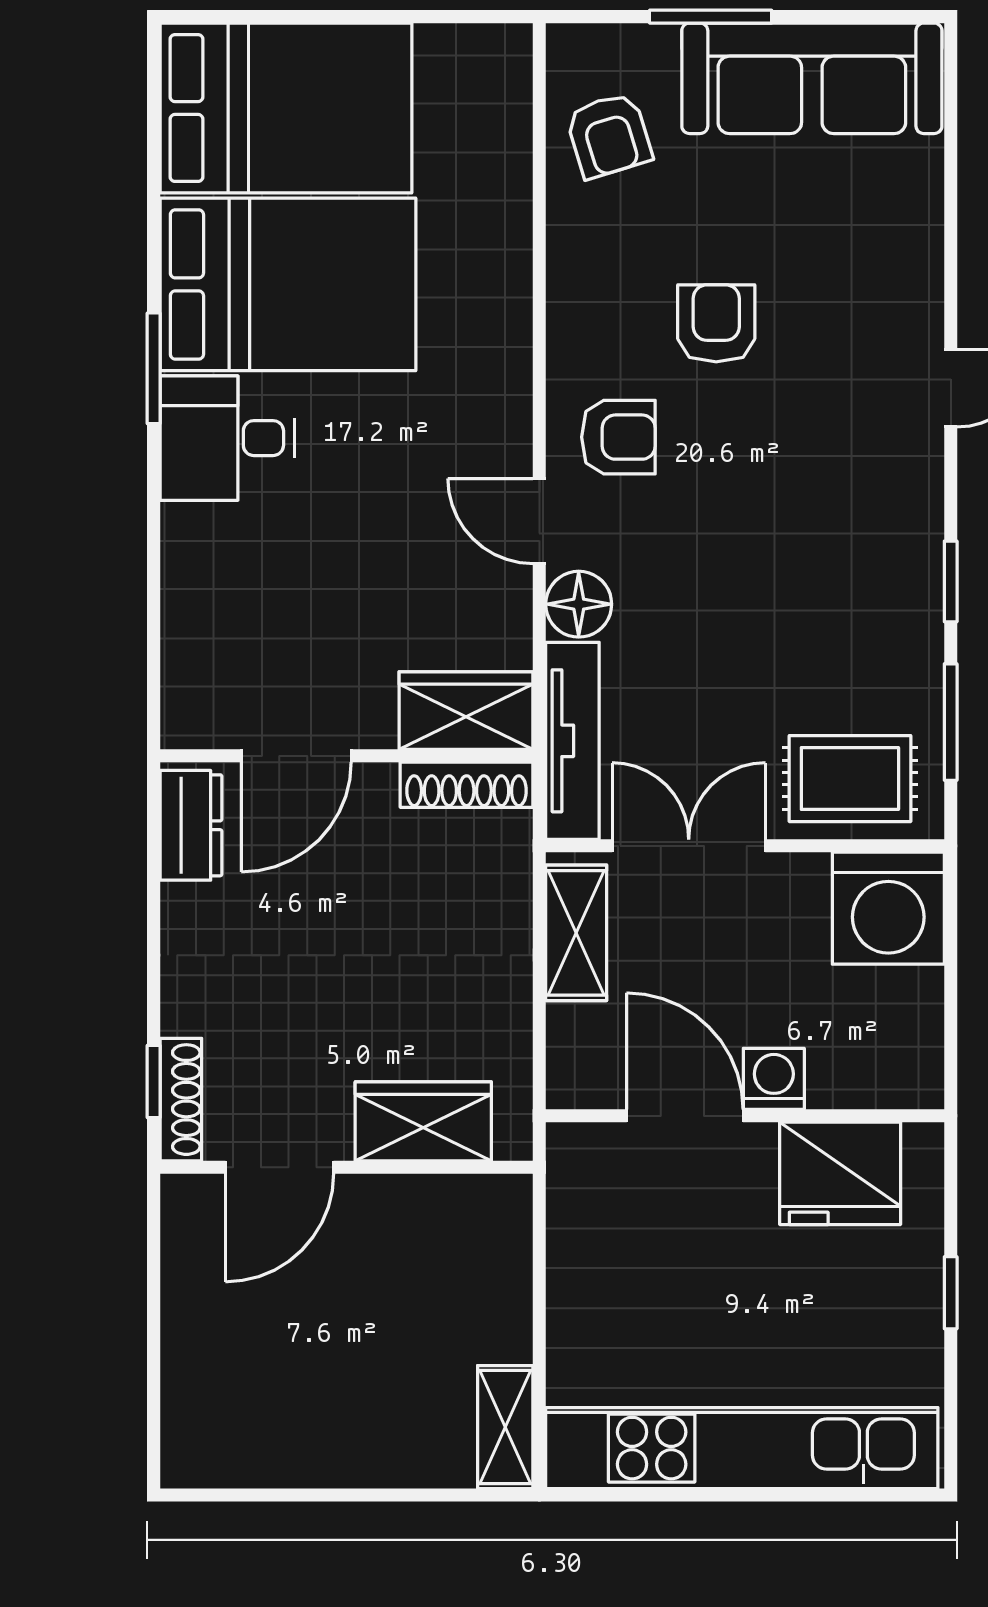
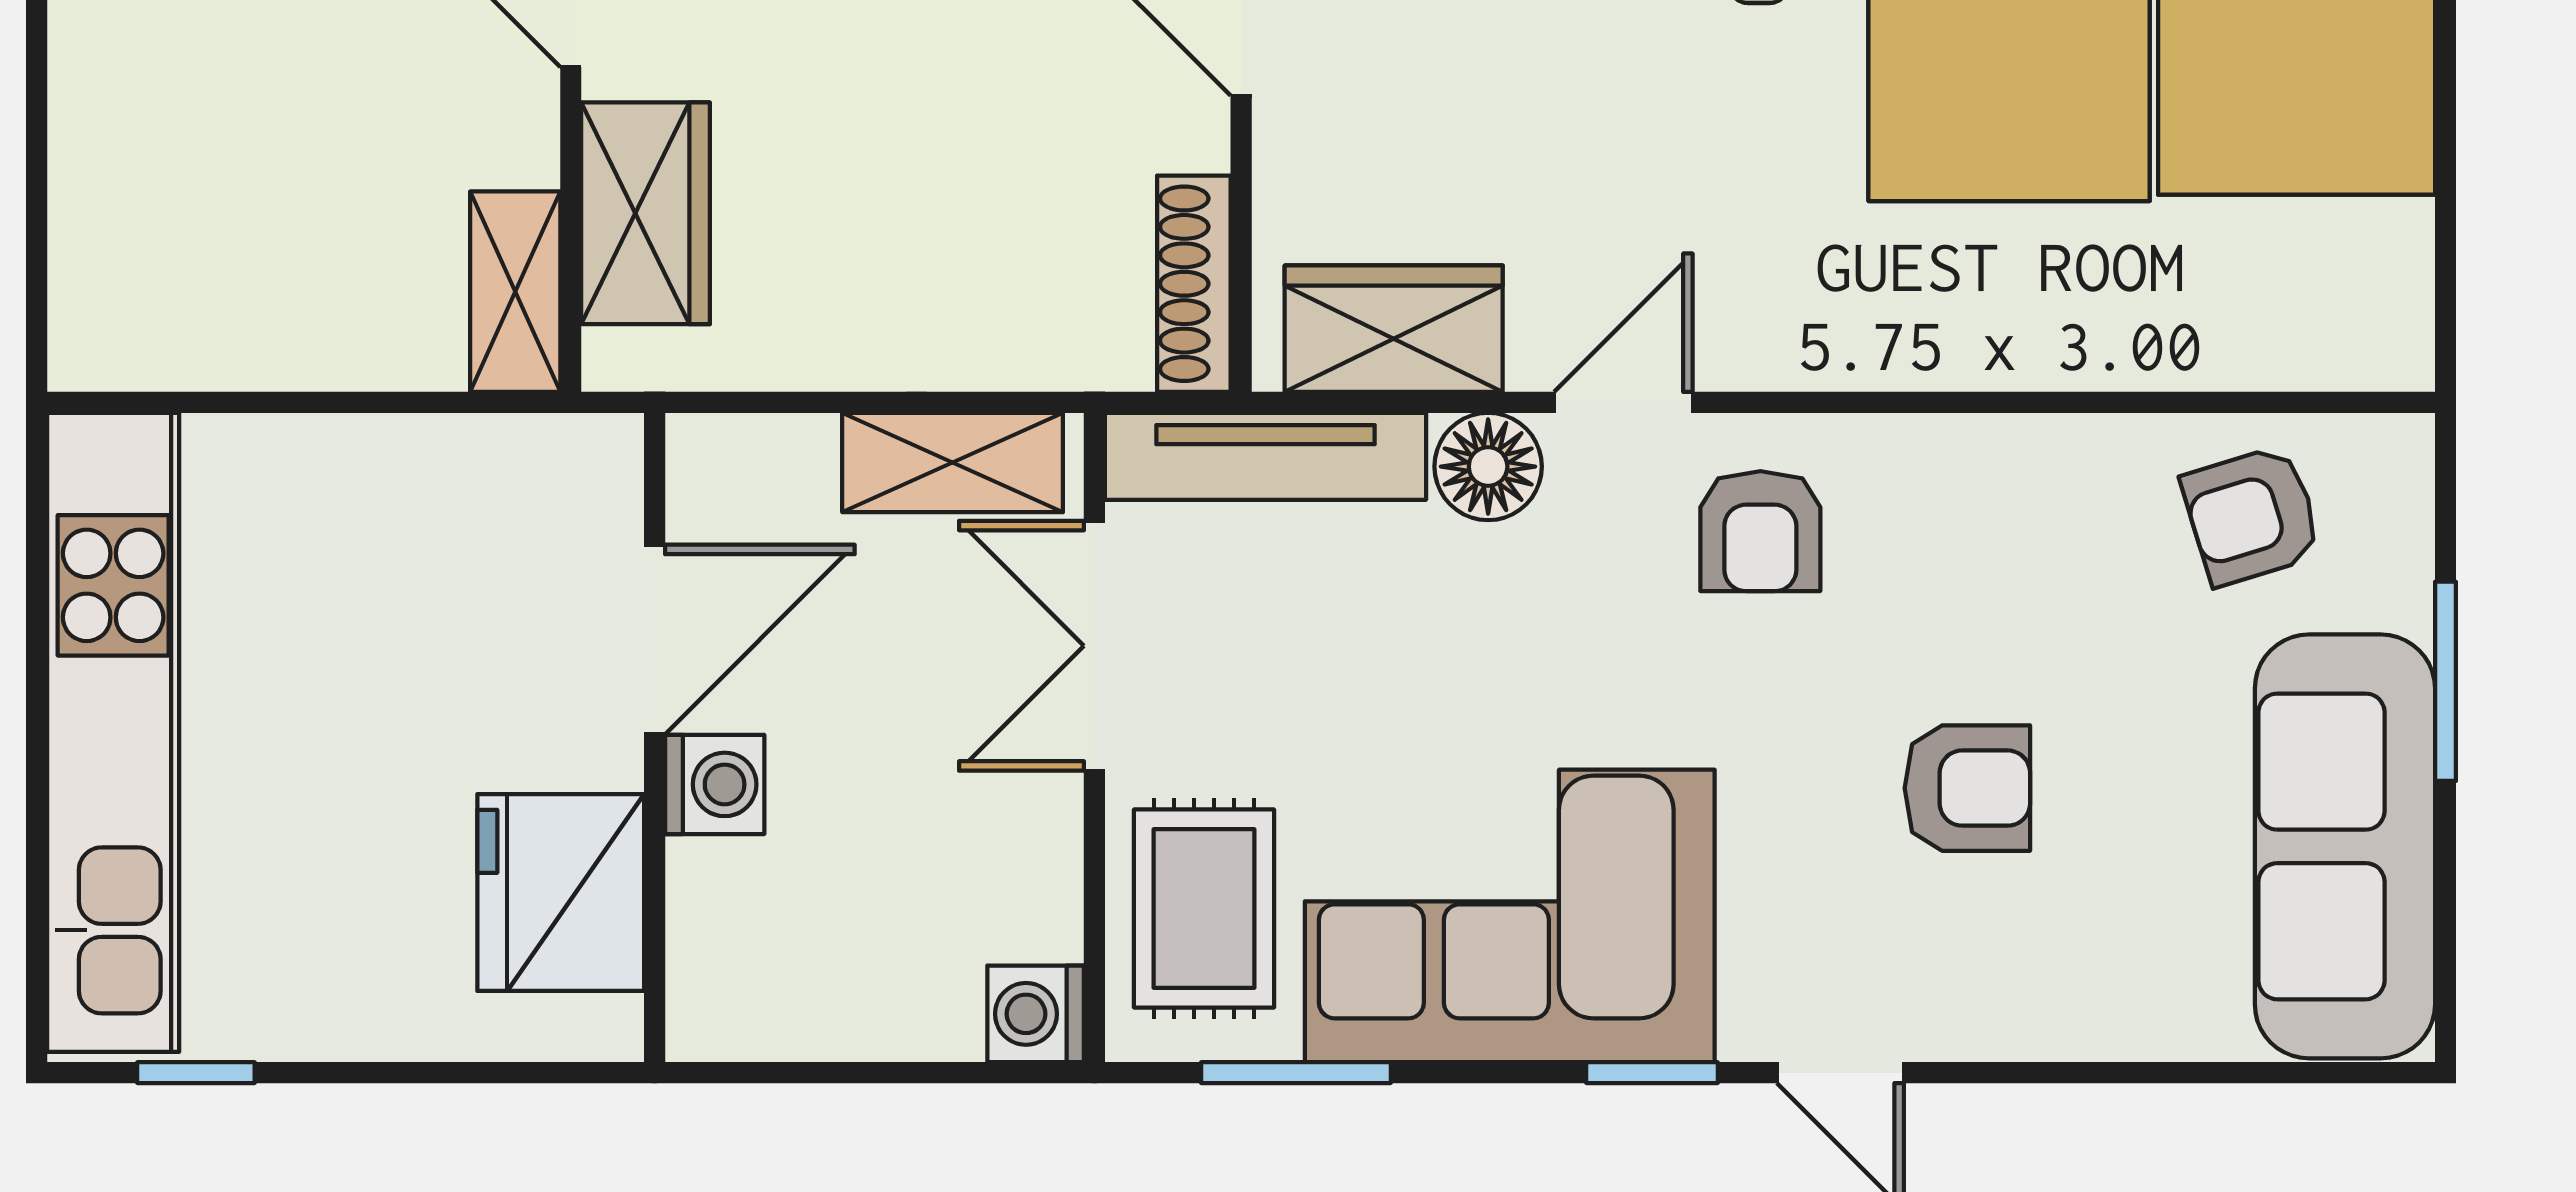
armchair: (716, 323) -> (1967, 788), moved
window: (951, 581) -> (1652, 1073), moved
corner sofa: (855, 591) -> (1510, 916), added
wardrobe: (466, 711) -> (1394, 329), moved, turned -90
double door: (689, 846) -> (1094, 646), swing flipped
washing machine: (888, 908) -> (1036, 1014), width x0.53, depth x0.53
window: (951, 1293) -> (196, 1073), moved
shelving: (505, 1427) -> (515, 292), moved, turned 90

